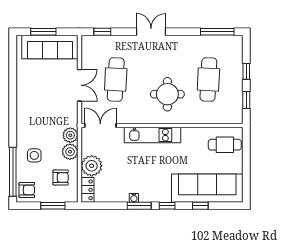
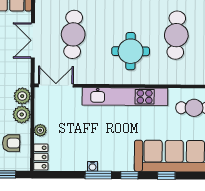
double door: (80, 85) -> (33, 40), swing flipped
kitchen unit: (152, 135) -> (125, 97), width x1.36
plant: (92, 166) -> (40, 130), width x0.53, depth x0.53

